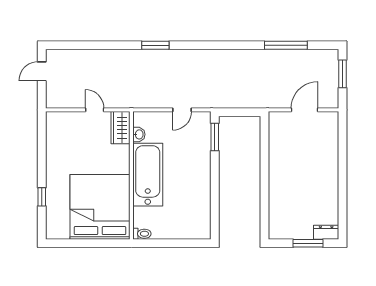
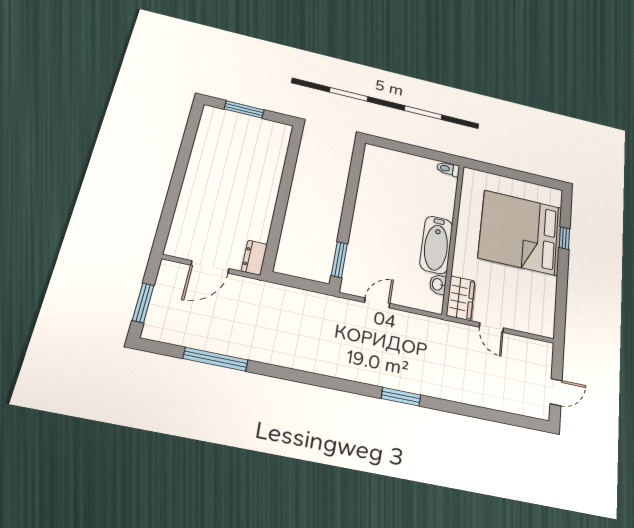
bathtub: (148, 175) -> (436, 245), width x0.73, depth x0.73
bed: (100, 207) -> (521, 232), moved, turned 90
dresser: (326, 232) -> (254, 258), moved, turned 90

